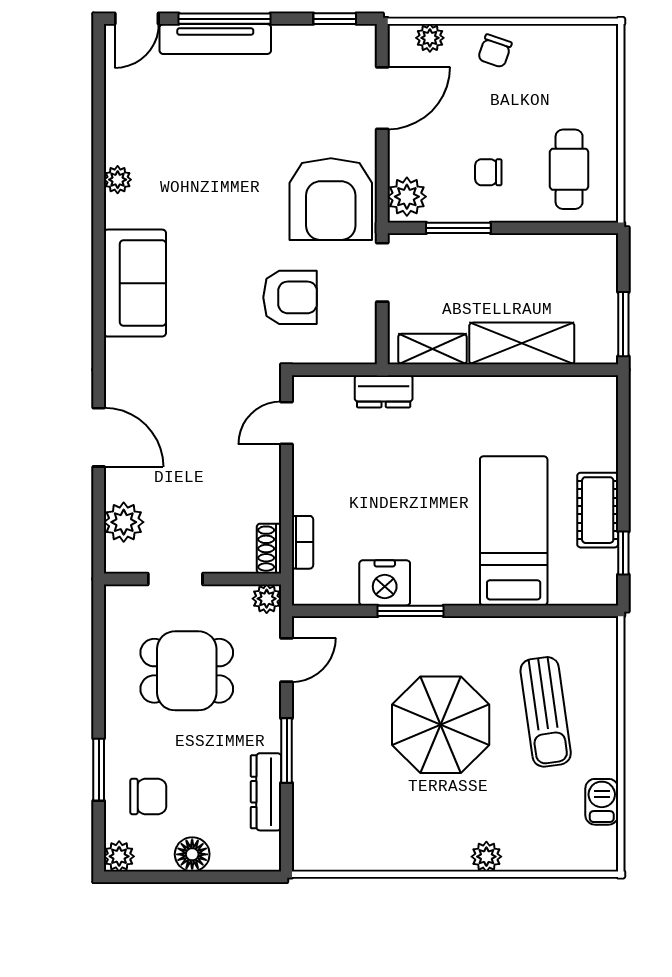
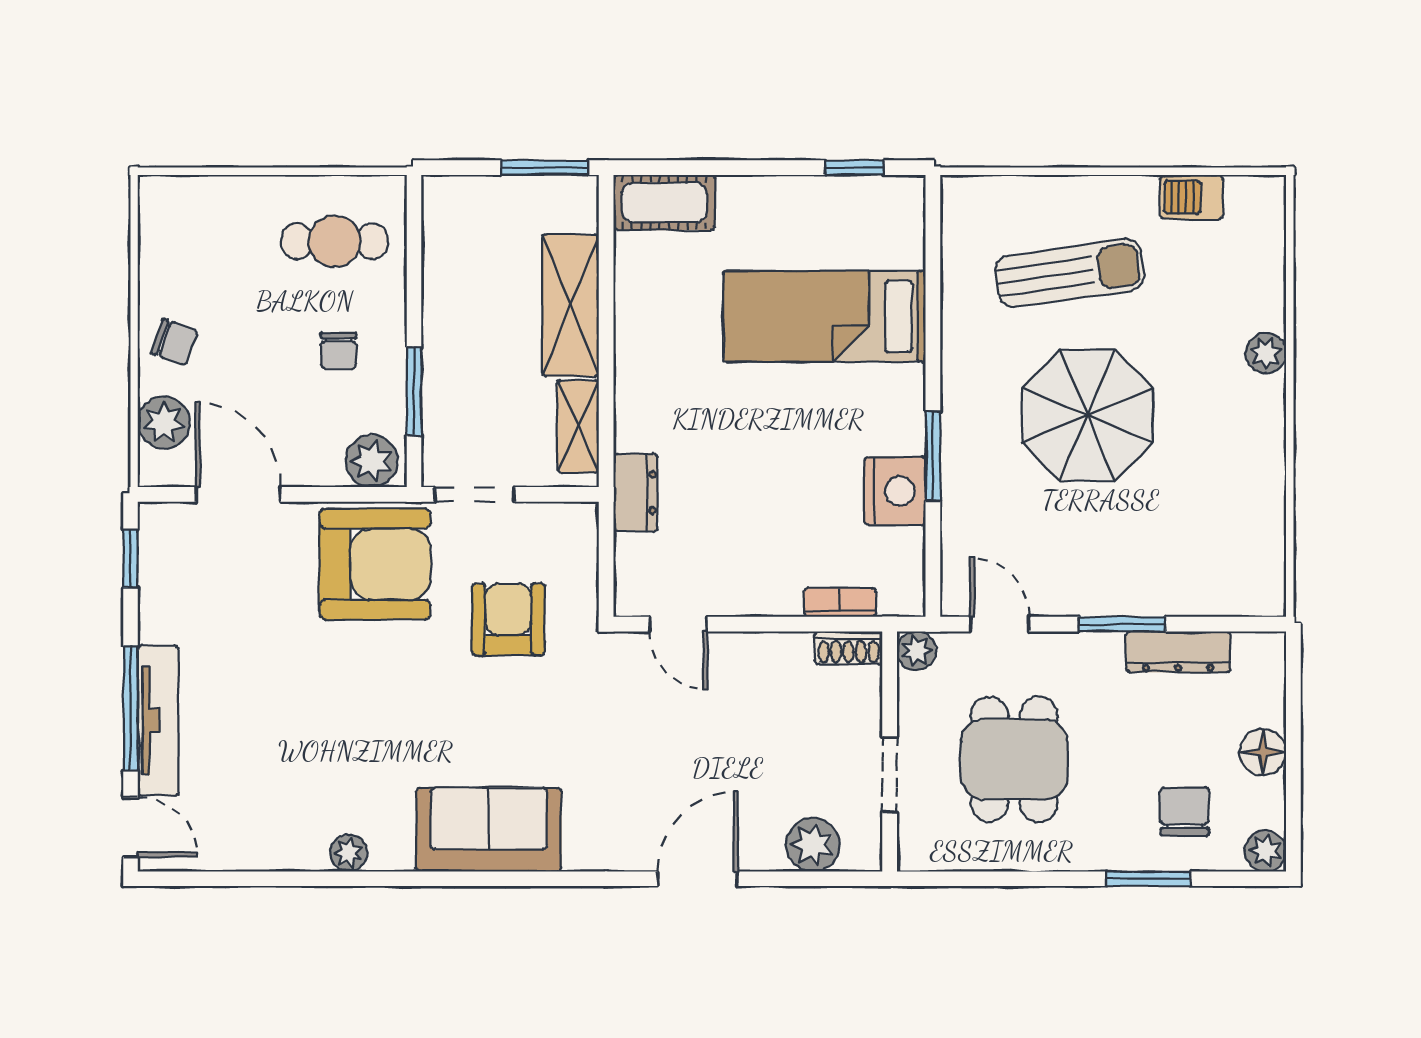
plant: (430, 38) -> (164, 423), width x1.38, depth x1.38
cot: (598, 510) -> (664, 202), moved

